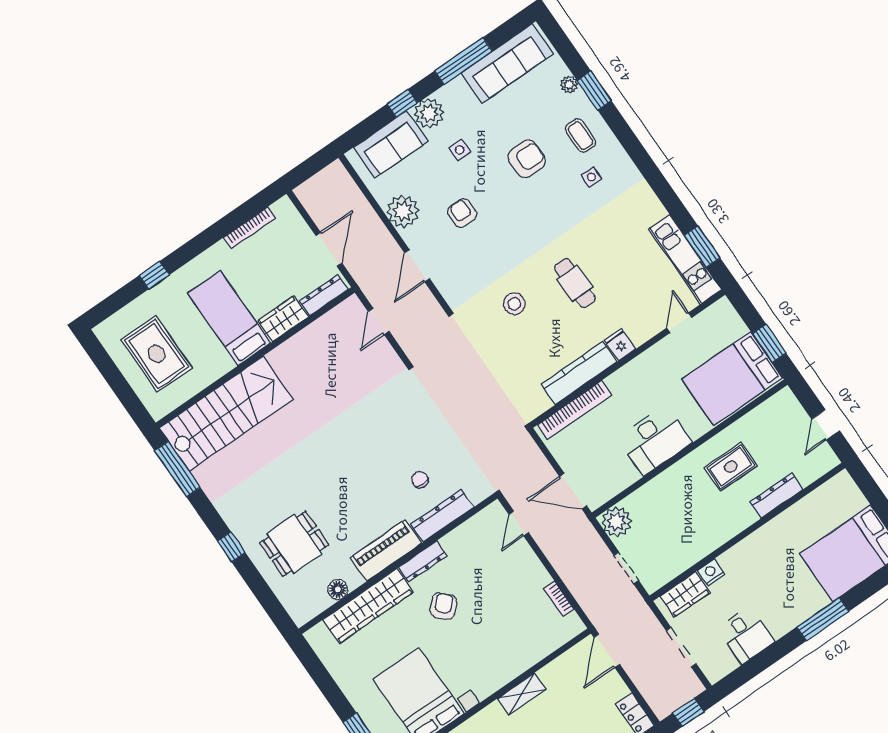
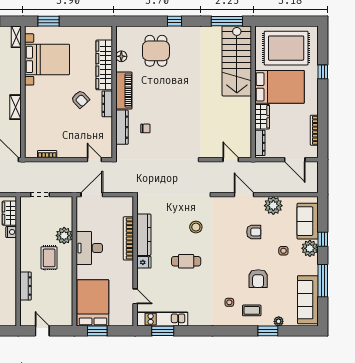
door: (329, 249) -> (295, 160), moved
bed: (229, 318) -> (279, 87), width x1.50
rug: (157, 354) -> (286, 48), width x1.37, depth x1.44
bookcase: (575, 410) -> (128, 238), moved
rug: (731, 467) -> (49, 258), moved
plant: (616, 522) -> (64, 236), moved

